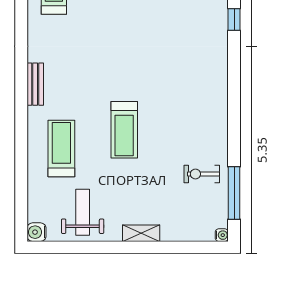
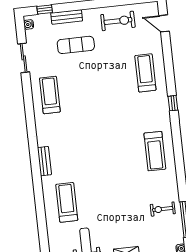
treadmill: (124, 130) -> (155, 151), moved

